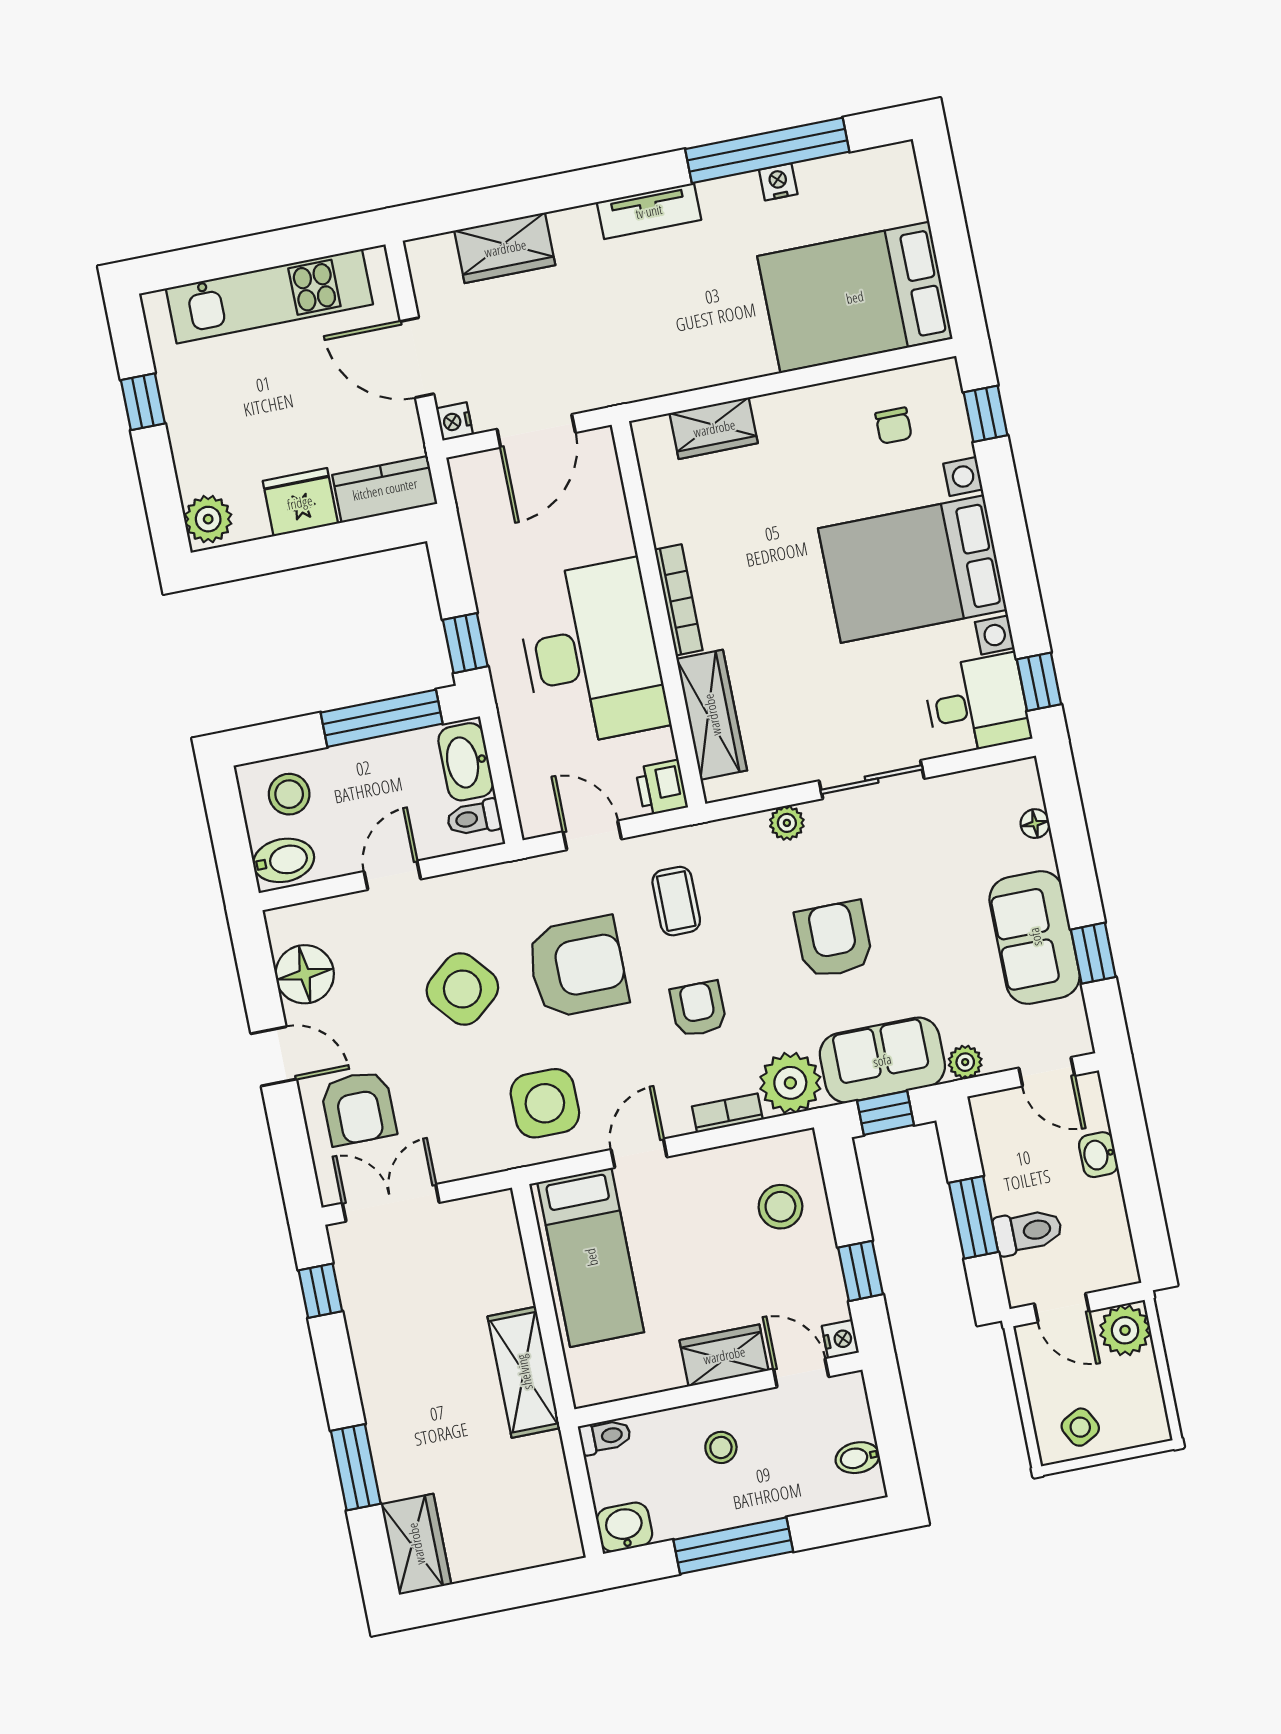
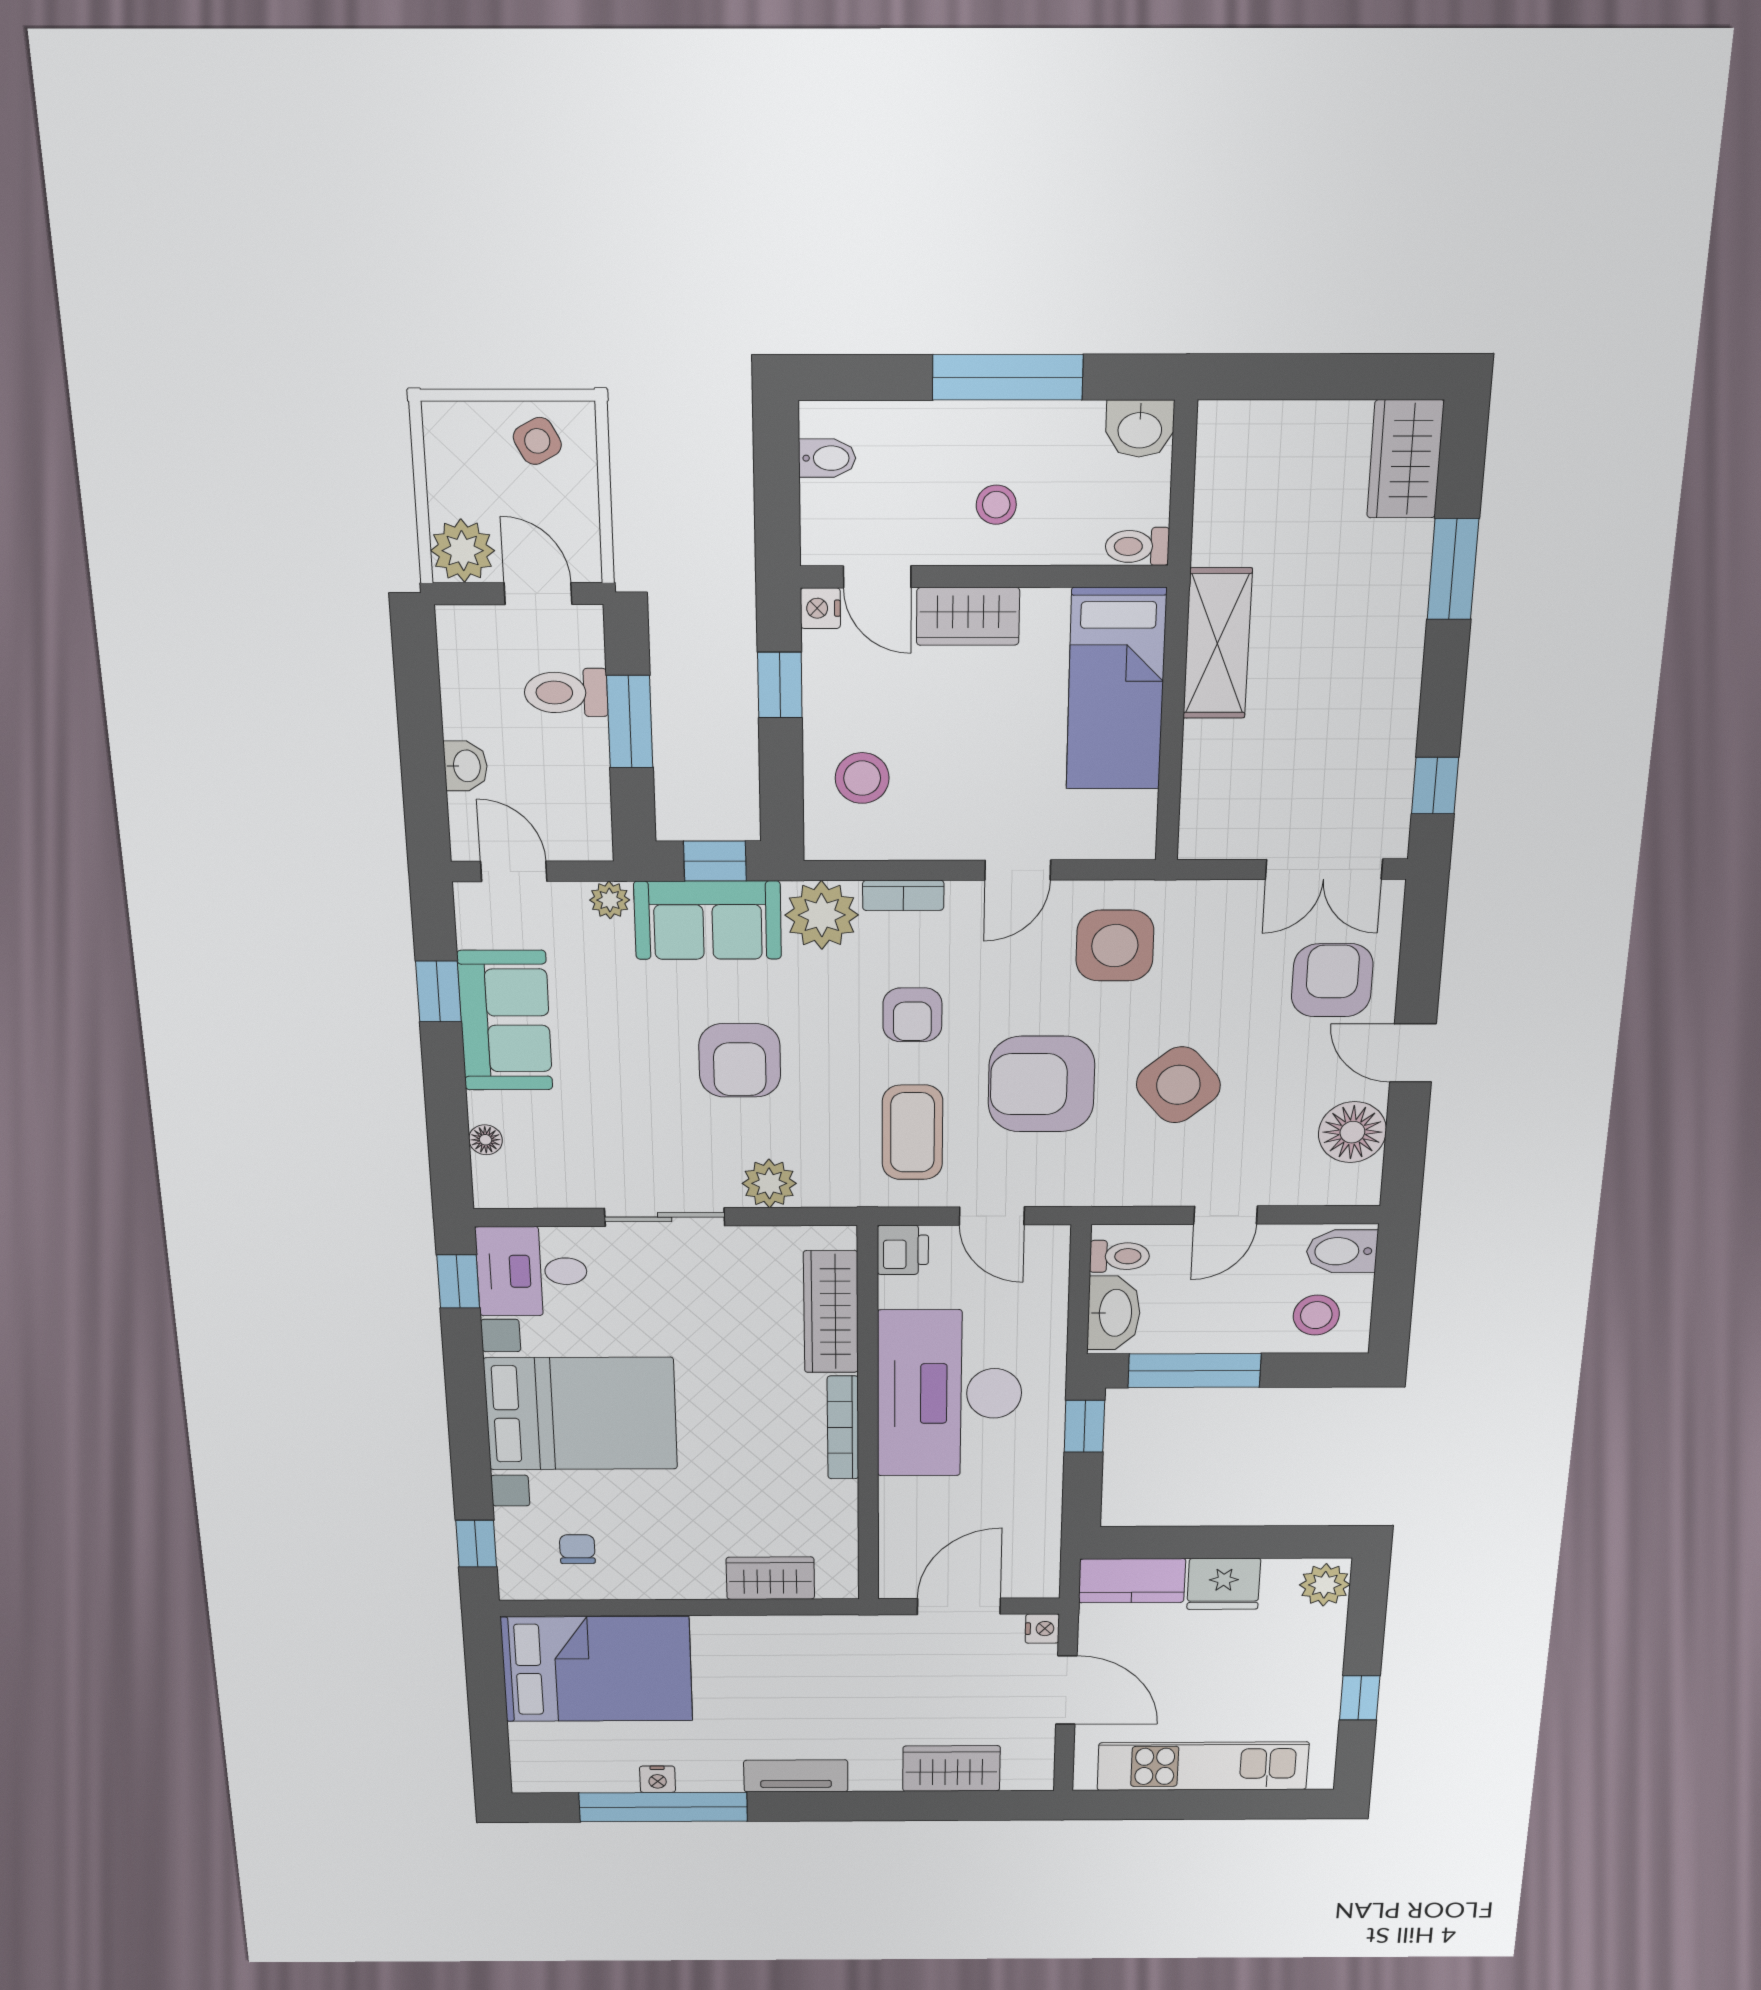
plant: (787, 823) -> (769, 1183), width x1.38, depth x1.38
coffee table: (676, 901) -> (912, 1132), width x1.36, depth x1.30
bed: (591, 1257) -> (1116, 689), moved, turned 180

